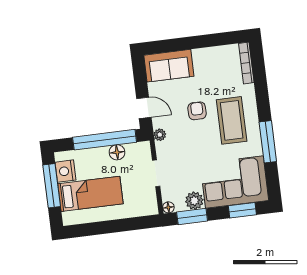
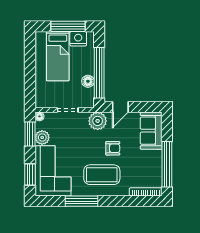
window: (209, 41) -> (167, 164), added
plant: (160, 135) -> (98, 121), width x1.88, depth x1.88

